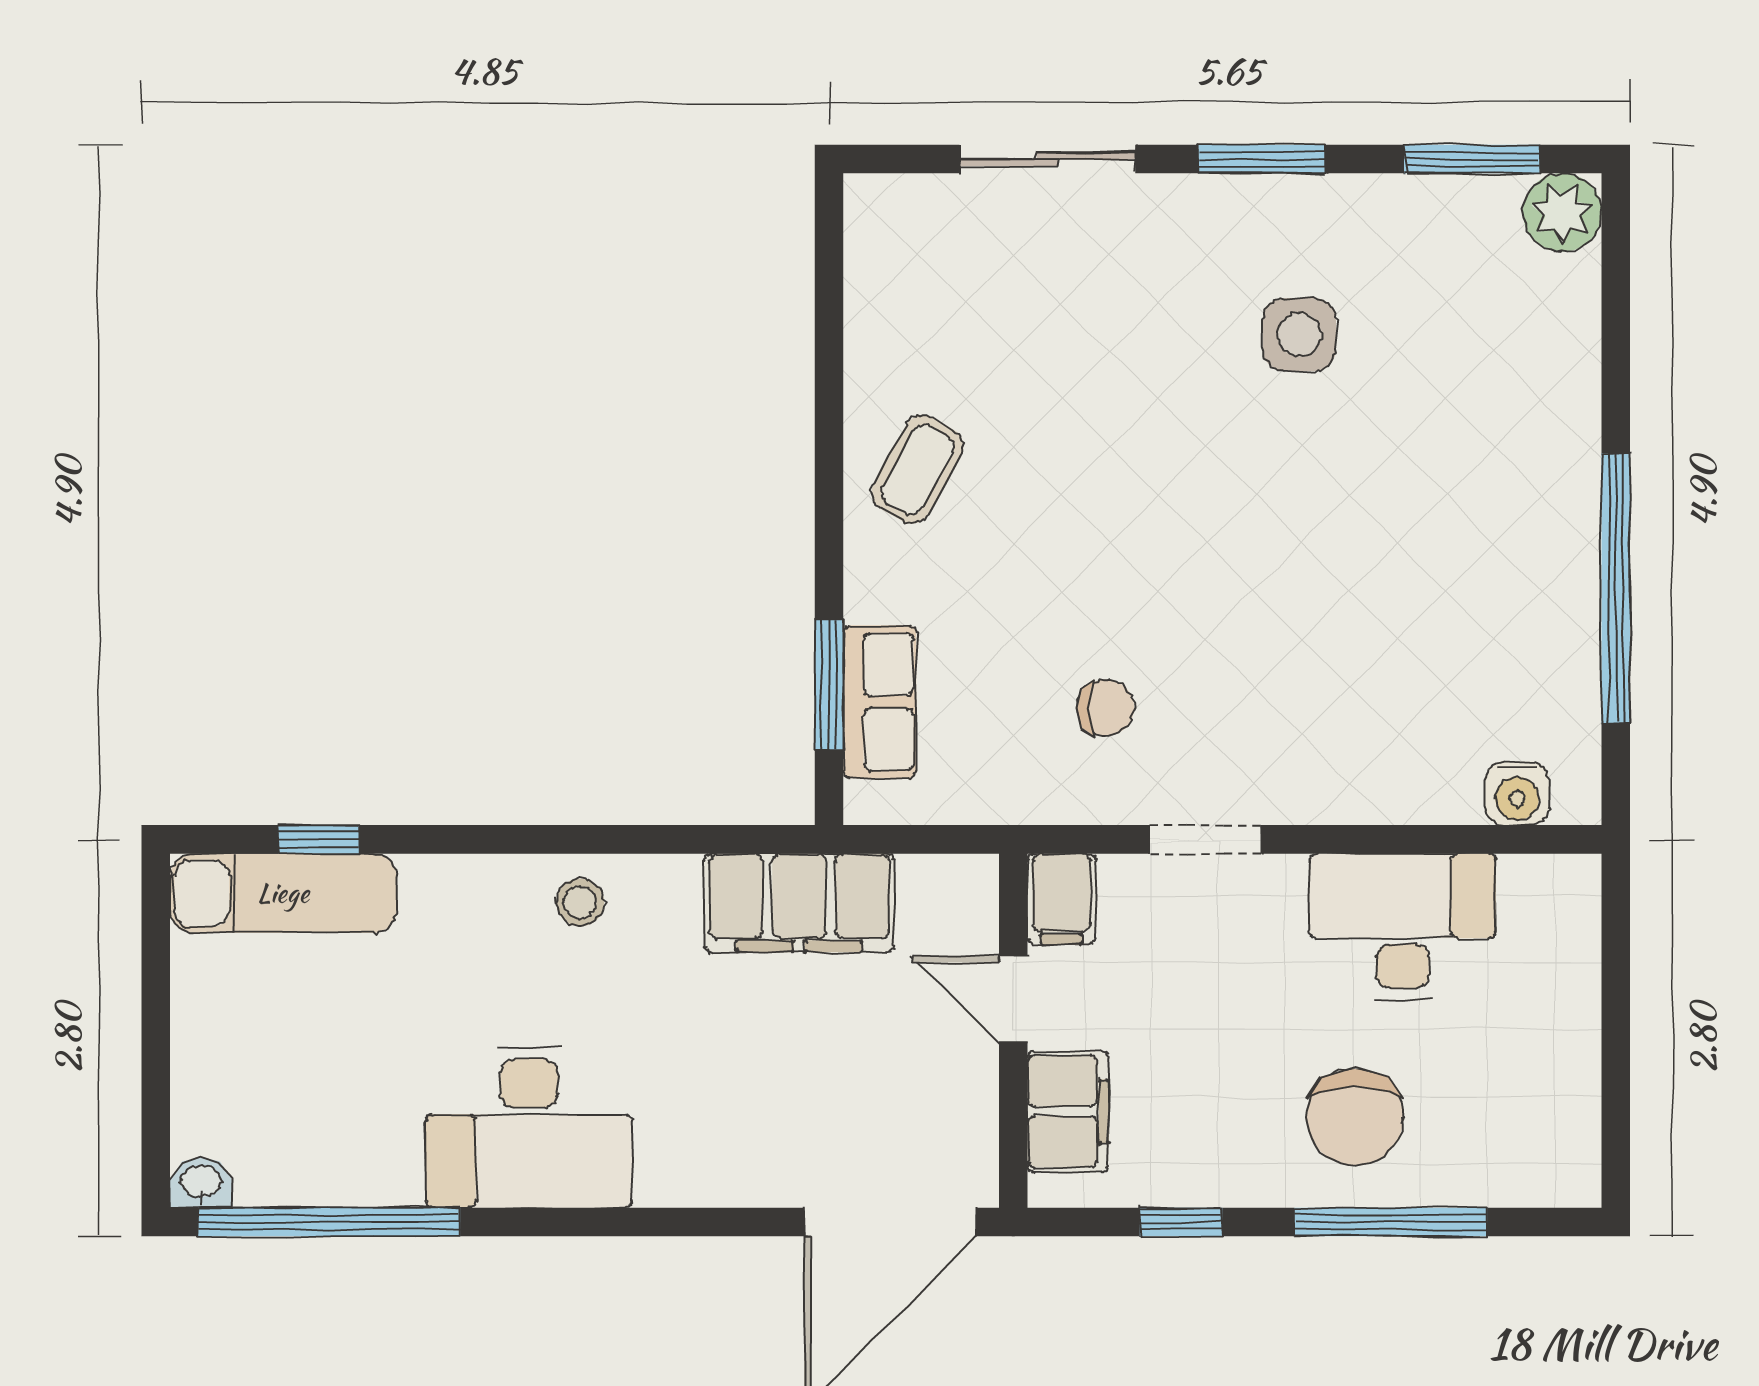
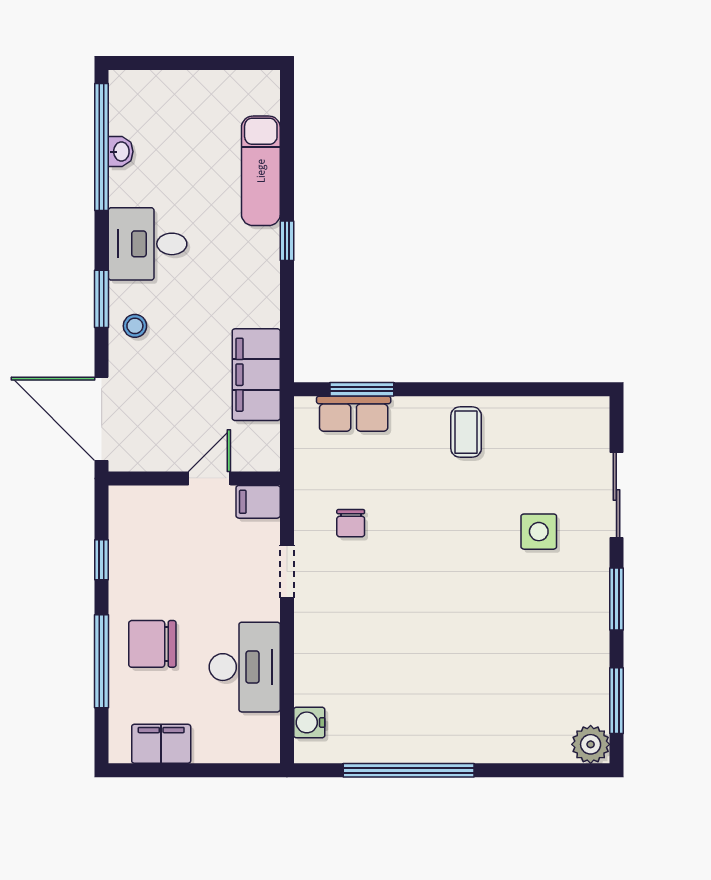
side table: (1299, 335) -> (539, 532), moved
coffee table: (917, 470) -> (466, 432), turned 61
window: (319, 839) -> (287, 241), moved
exam couch: (283, 893) -> (261, 171), moved
stool: (580, 902) -> (135, 326), moved
filing cabinet: (1068, 1111) -> (161, 744), moved, turned 180
desk: (529, 1127) -> (148, 244), width x0.73
washbasin: (201, 1183) -> (121, 152), moved
window: (643, 1222) -> (102, 299), added

